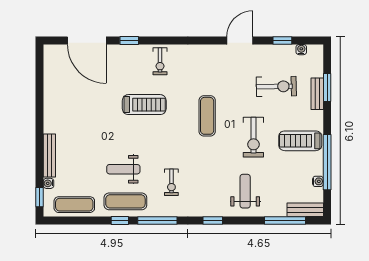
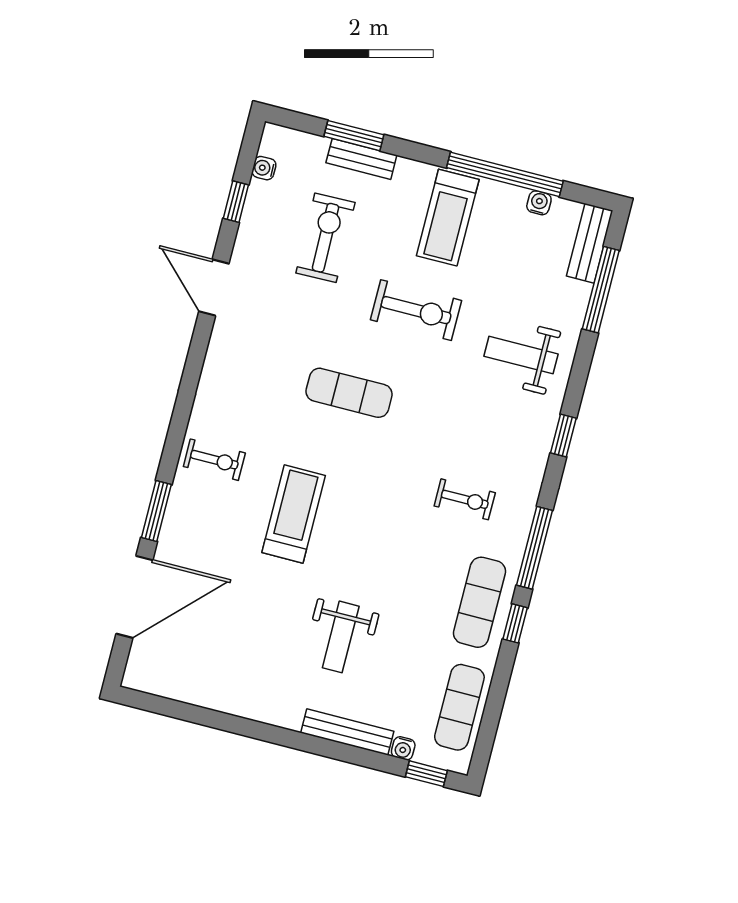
window: (129, 41) -> (156, 511), width x1.50
weight bench: (123, 169) -> (341, 637), moved

